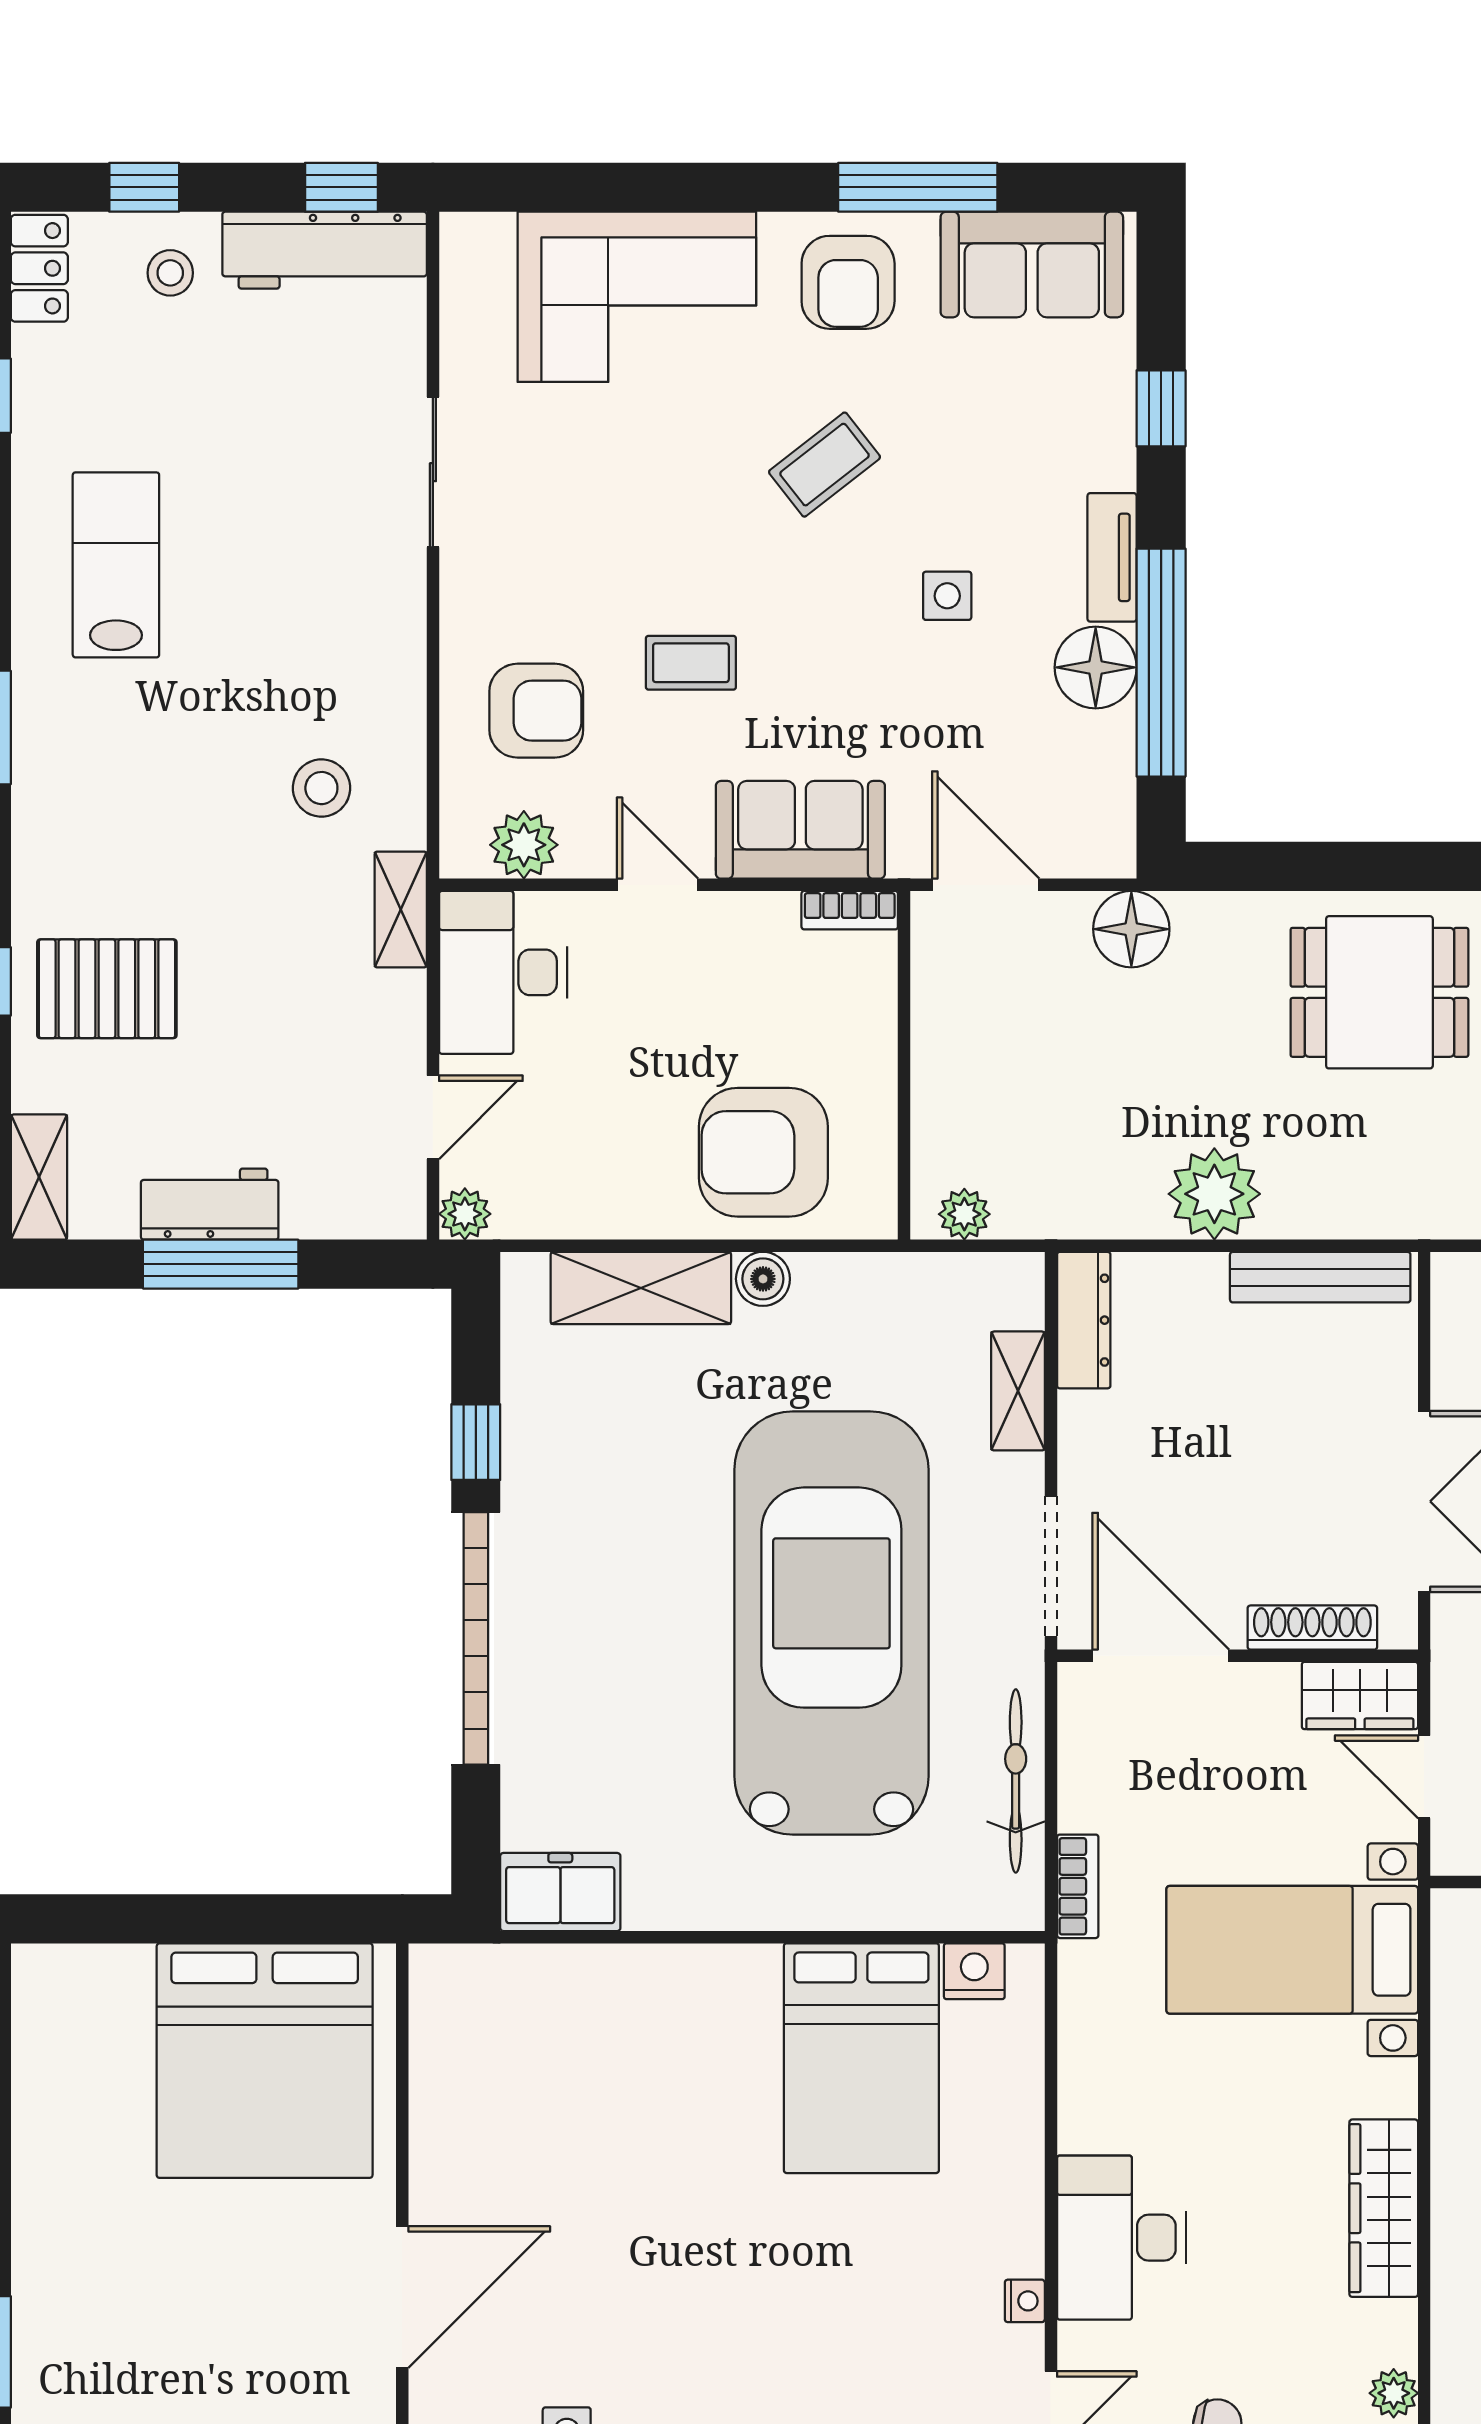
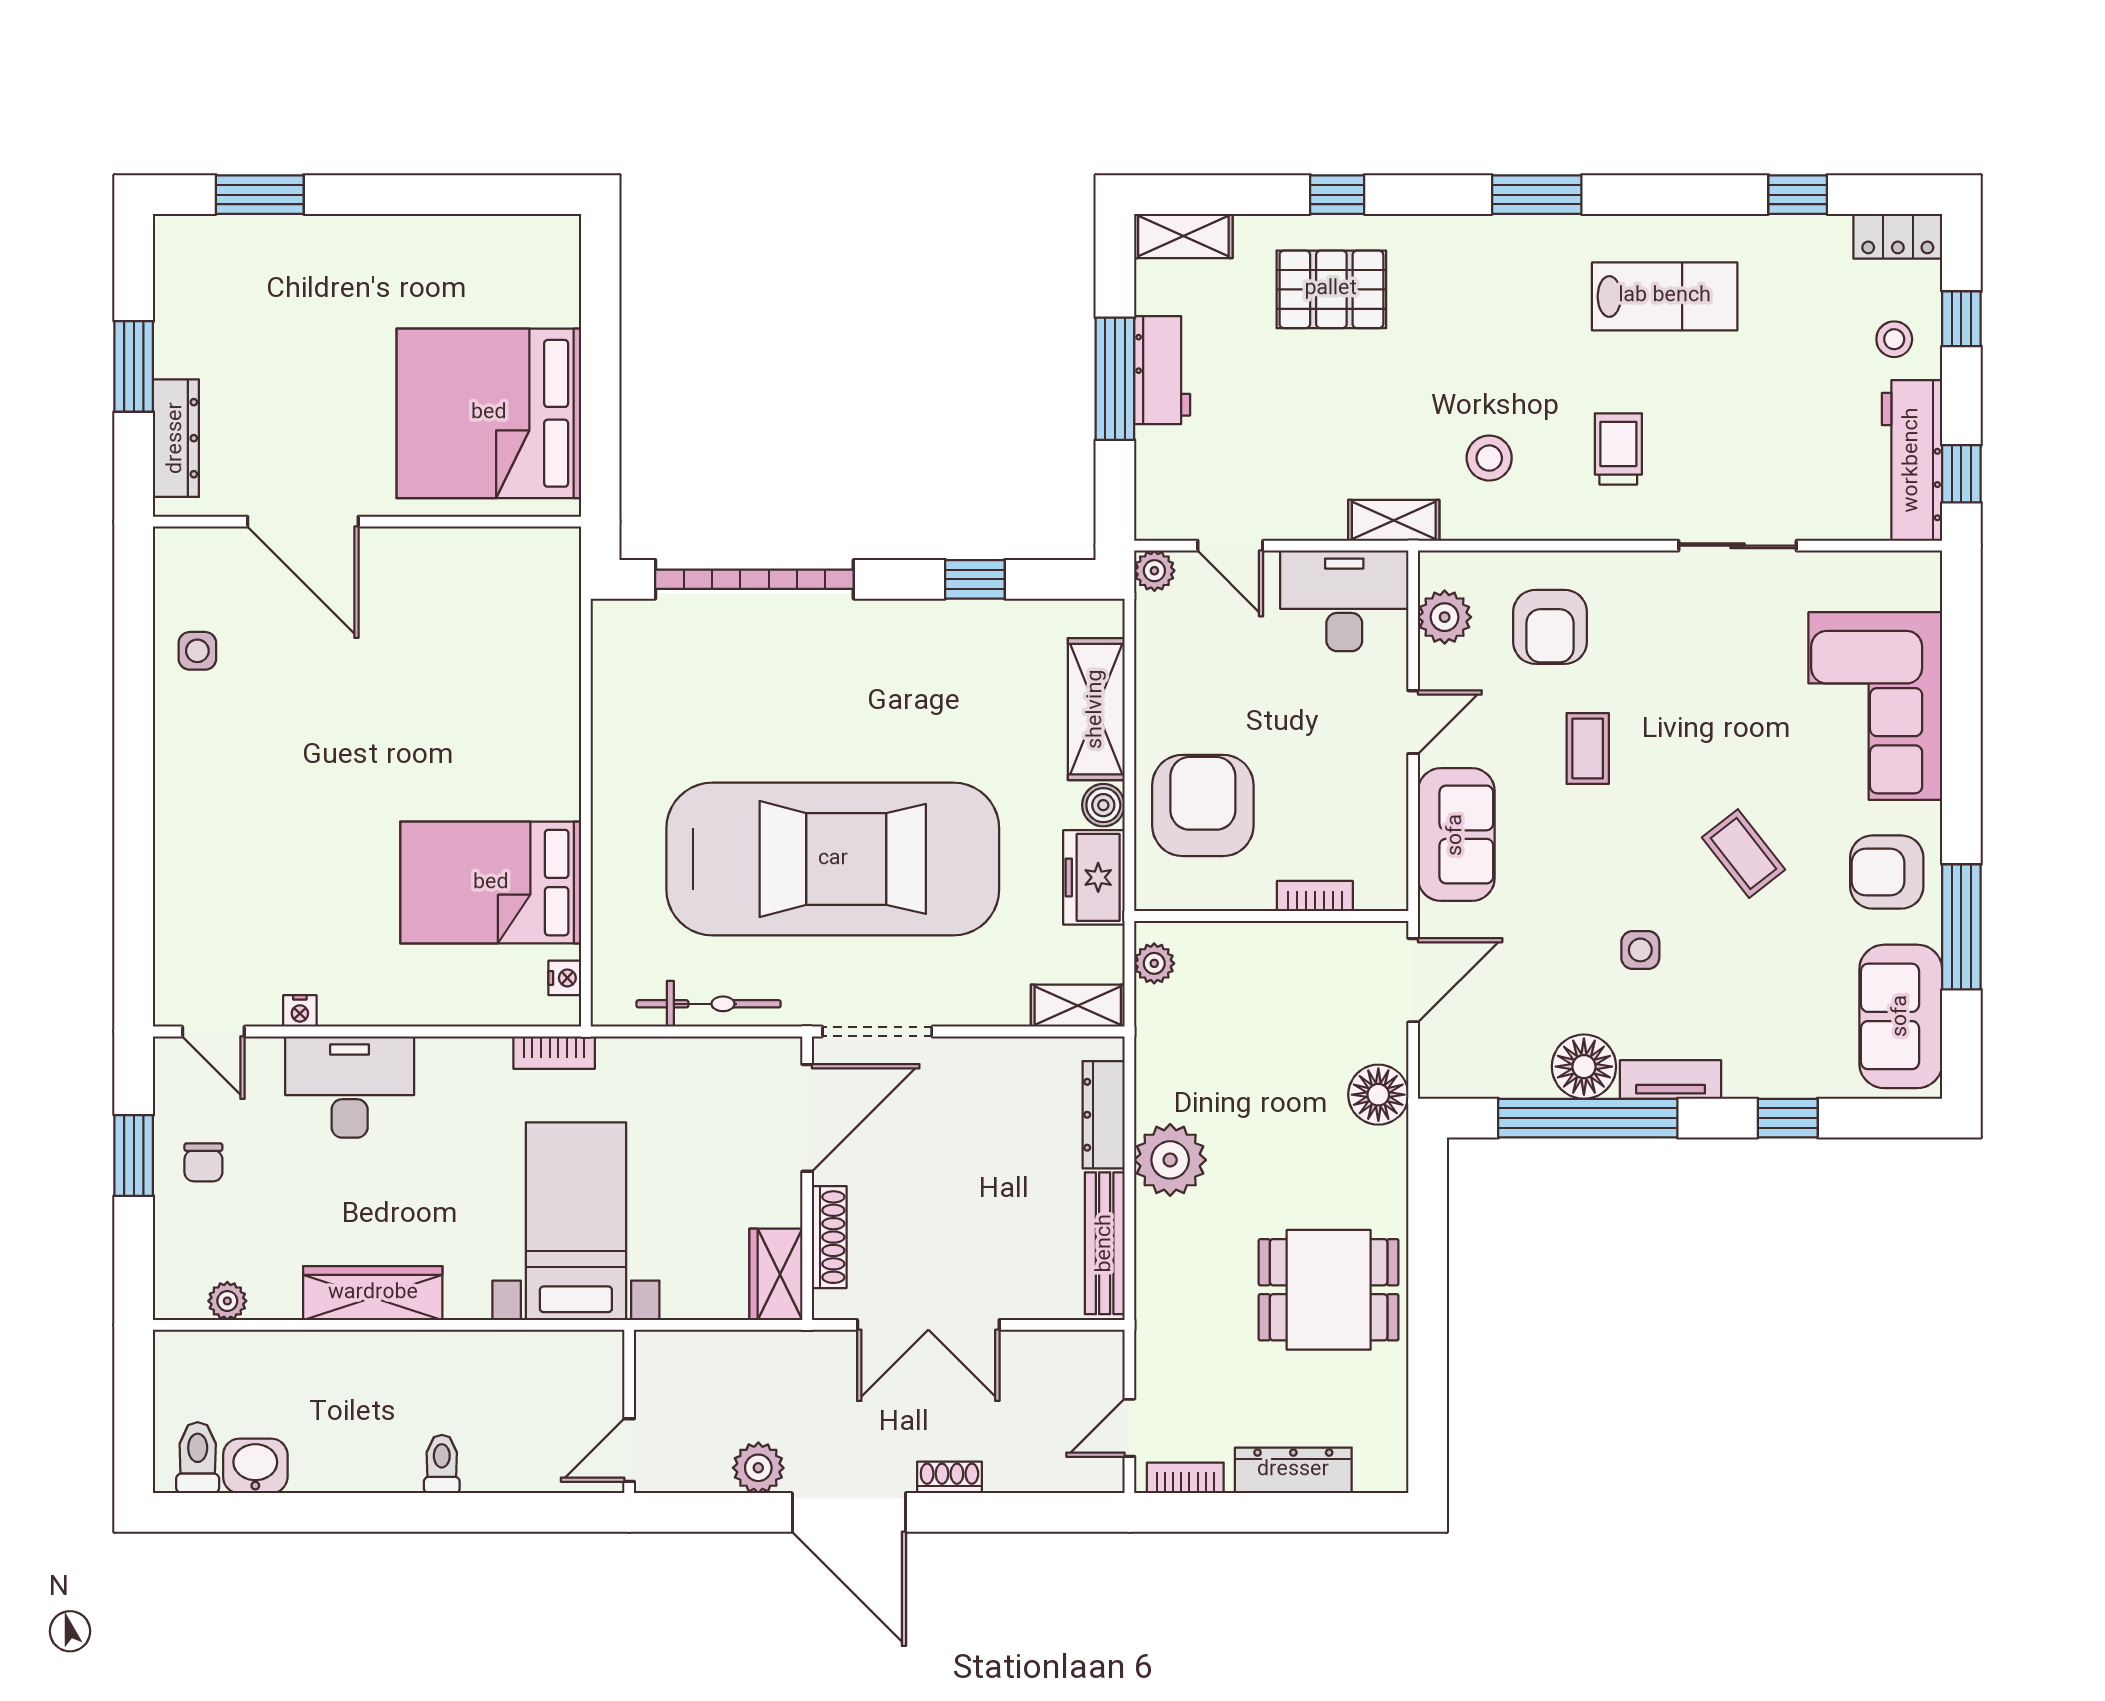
trolley: (310, 624) -> (1618, 449), added
bookcase: (850, 910) -> (1315, 896), moved, turned 90
pallet: (107, 989) -> (1331, 289), turned 90
dining table: (1379, 992) -> (1329, 1290), turned 90
dresser: (1084, 1320) -> (1104, 1115), moved, turned 90
shelving: (1018, 1391) -> (1078, 1006), moved
garage door: (476, 1638) -> (754, 579), moved
door: (1424, 1777) -> (712, 1325), removed
bookcase: (1078, 1886) -> (554, 1053), moved
freezer: (560, 1892) -> (1094, 877), moved, turned 180
nightstand: (974, 1971) -> (565, 978), width x0.72, depth x0.74

